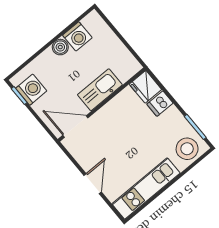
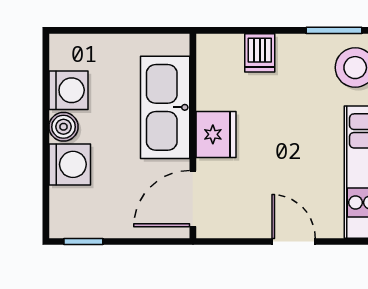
fridge: (145, 87) -> (216, 134), moved, turned -90
washing machine: (31, 90) -> (70, 164), moved, turned 90
kitchen sink: (100, 90) -> (165, 107), width x1.36, depth x1.24

